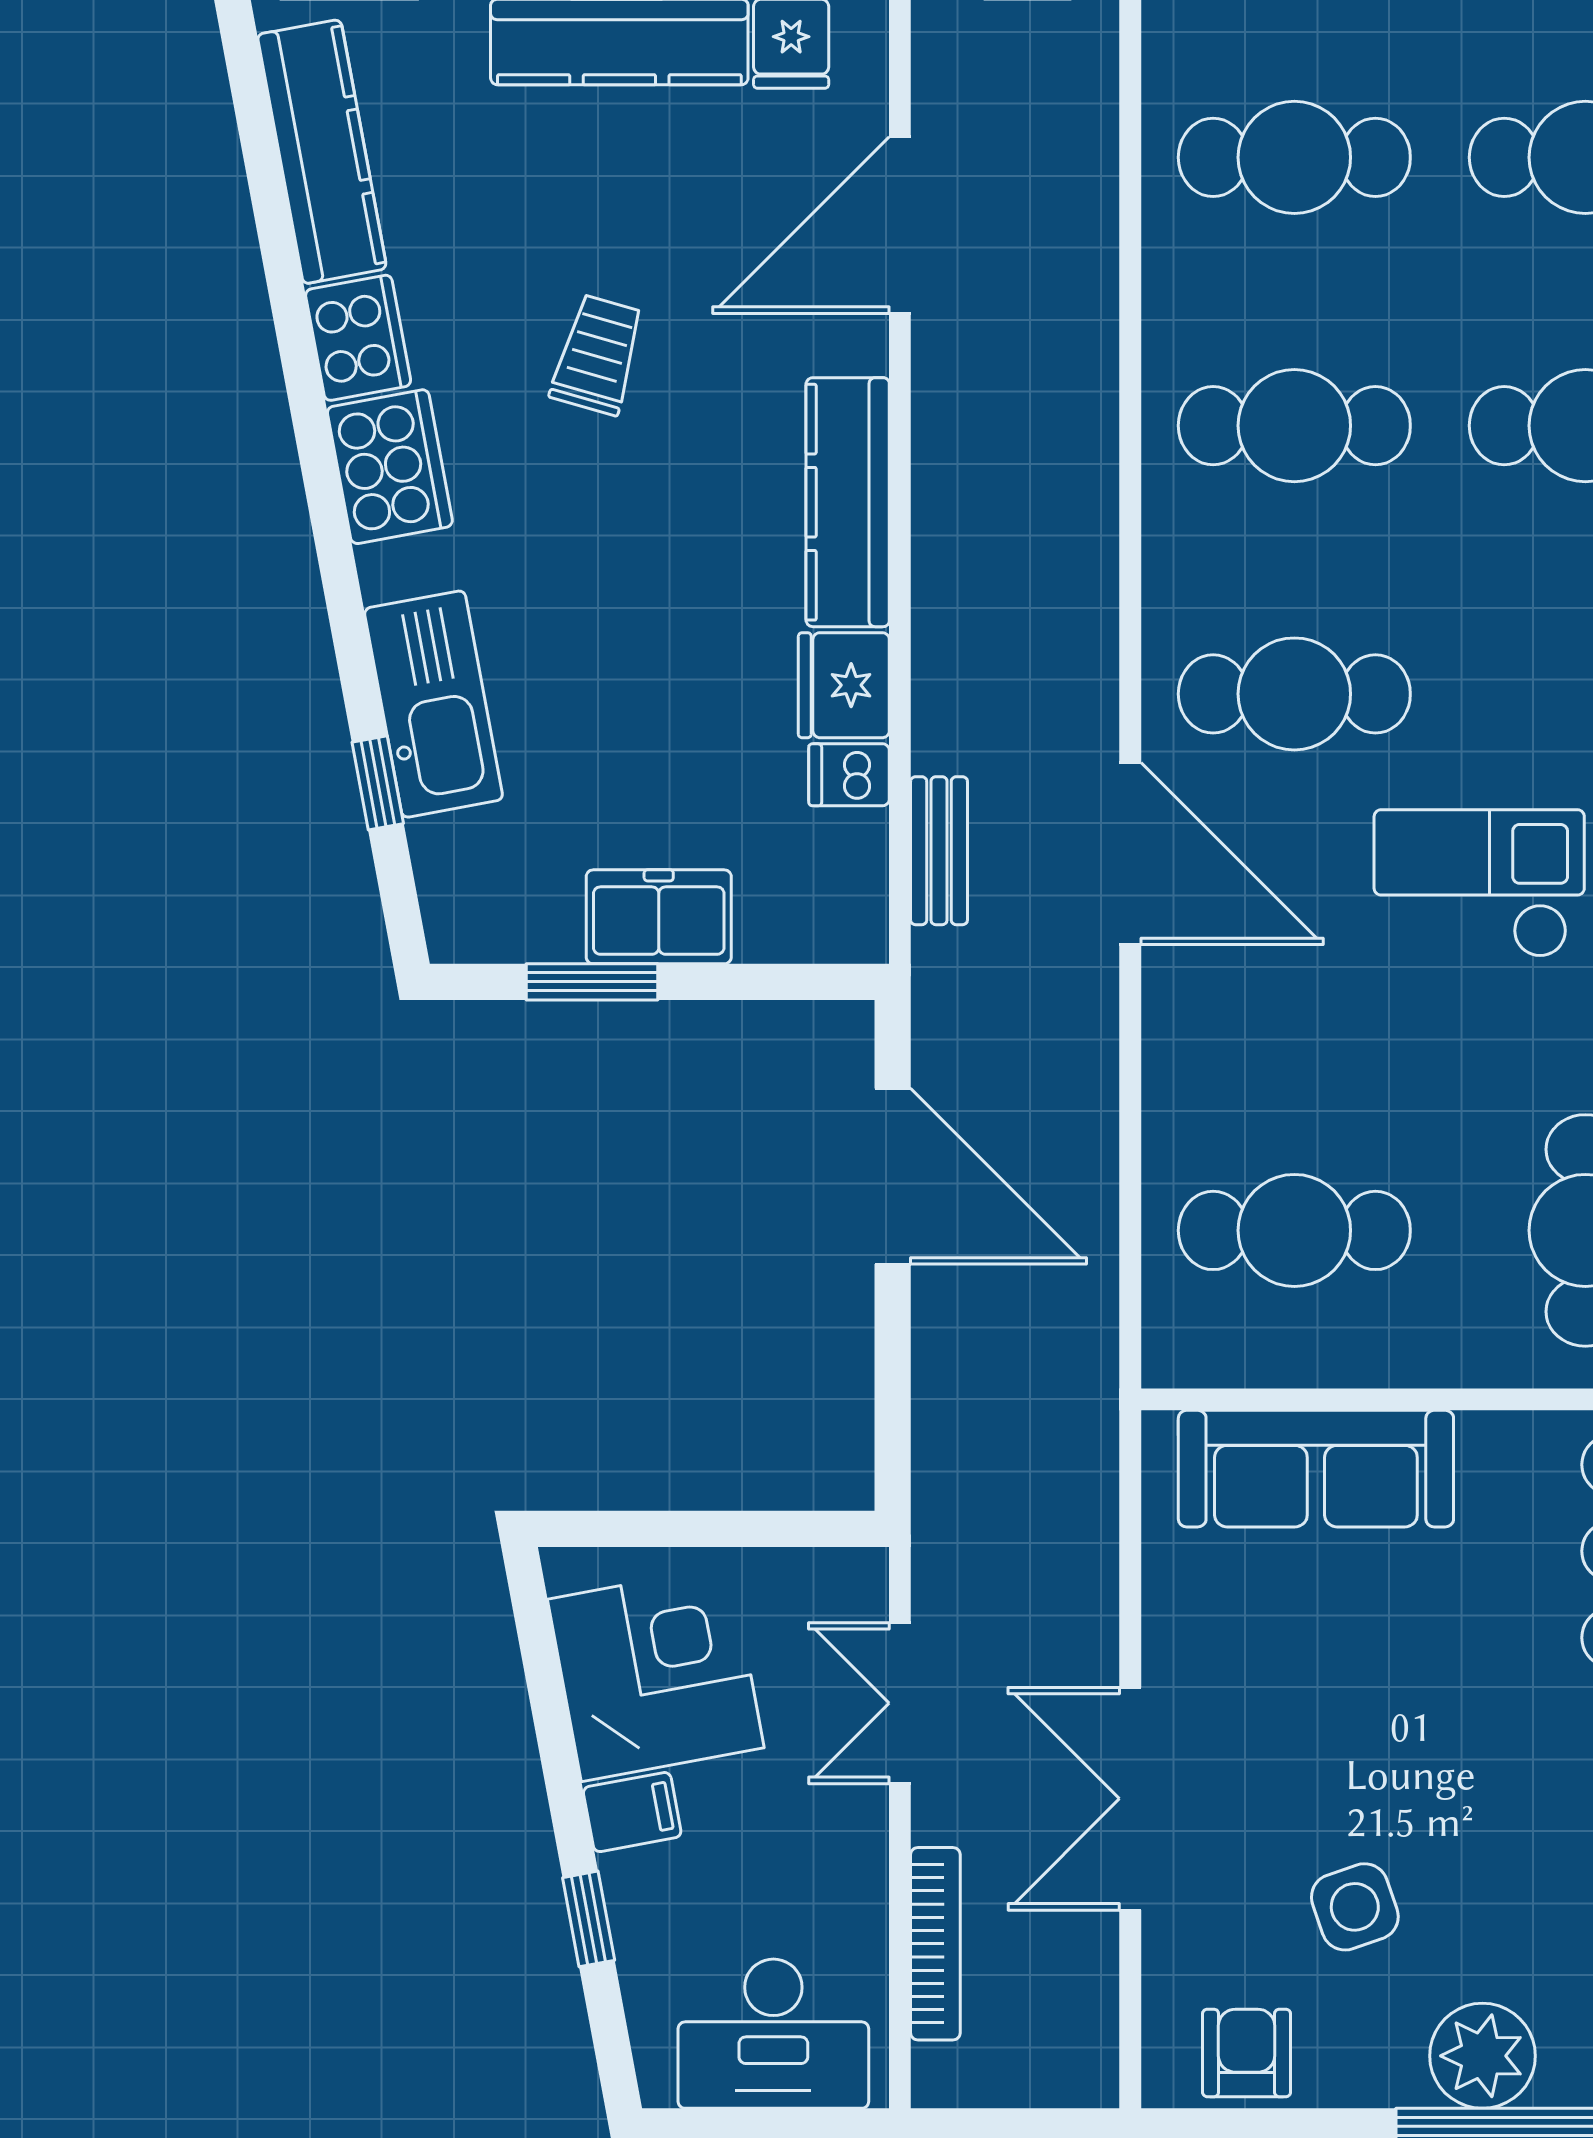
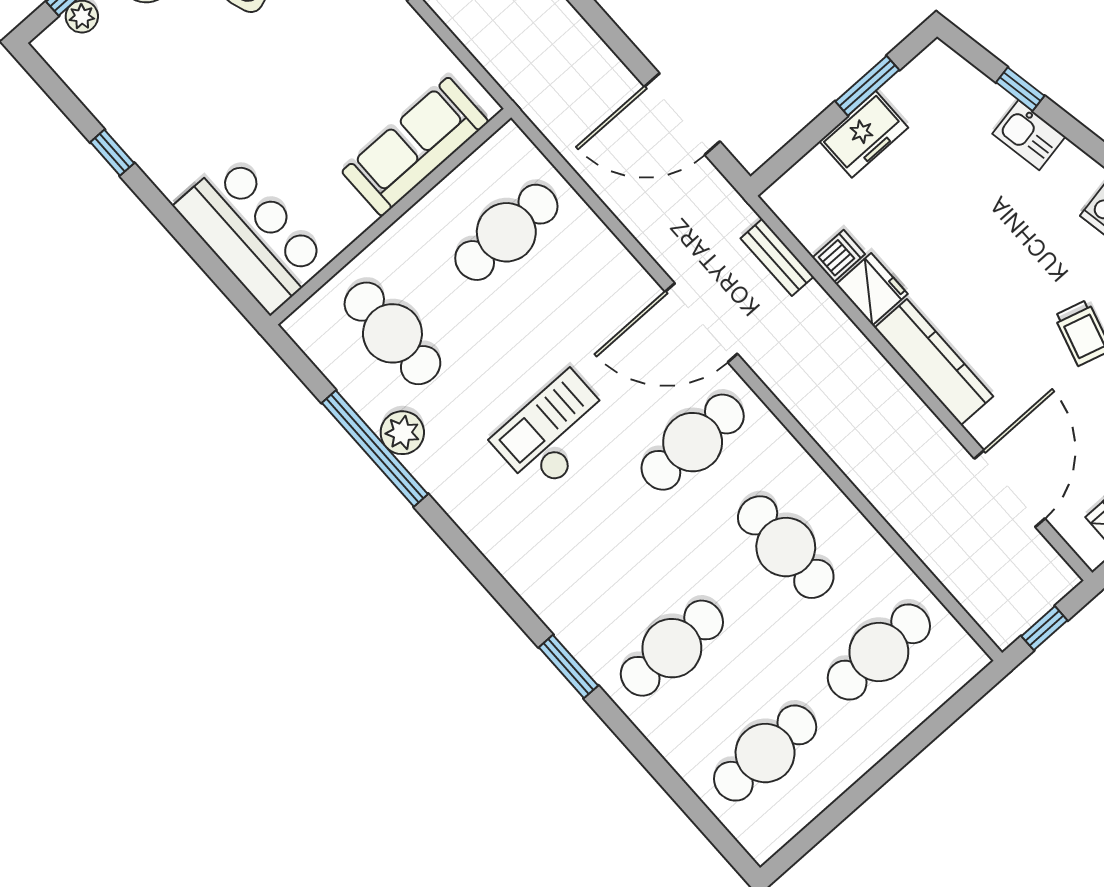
cafe table: (1294, 426) -> (786, 547), turned 90
kitchen sink: (434, 704) -> (1029, 135), width x0.53, depth x0.81
checkout: (1479, 883) -> (554, 432), turned 180

